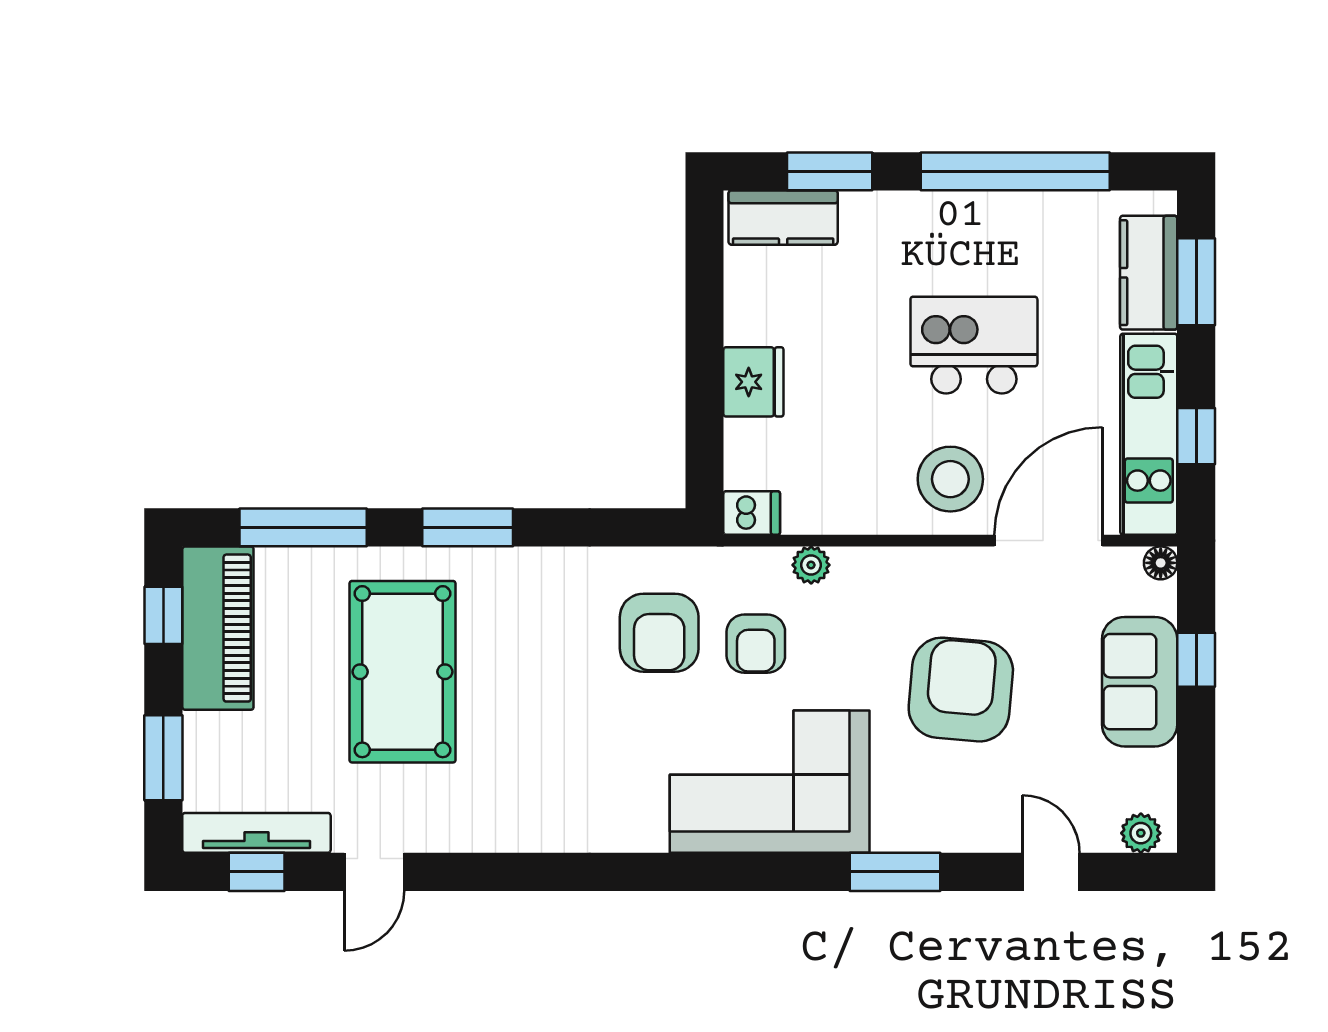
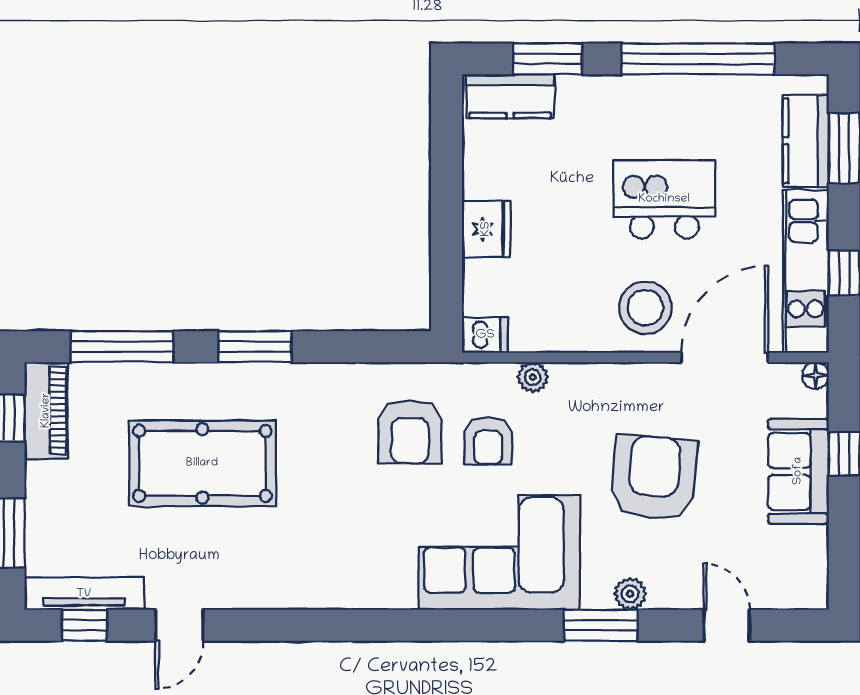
piano: (218, 628) -> (46, 410), width x0.73, depth x0.75
pool table: (403, 672) -> (202, 463), turned 90
plant: (1141, 833) -> (630, 594), moved

